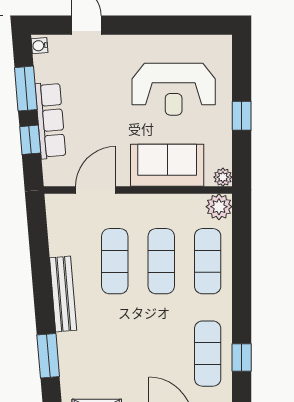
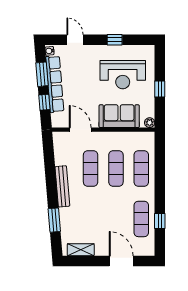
window: (159, 25) -> (115, 40), added
row of seats: (50, 120) -> (55, 84), width x1.36
door: (96, 190) -> (80, 130), hinge flipped
plant: (219, 207) -> (147, 139), removed

